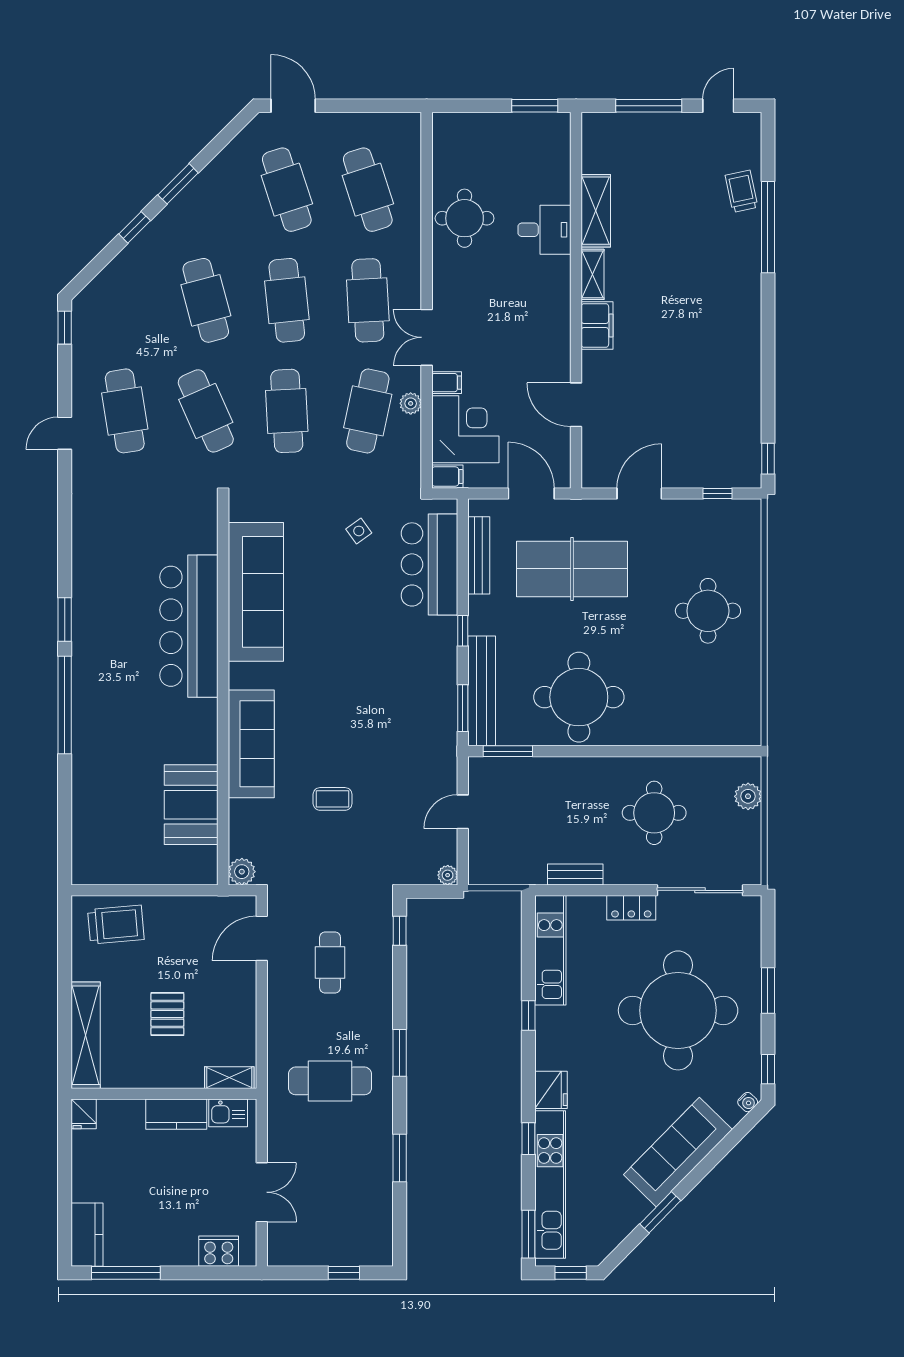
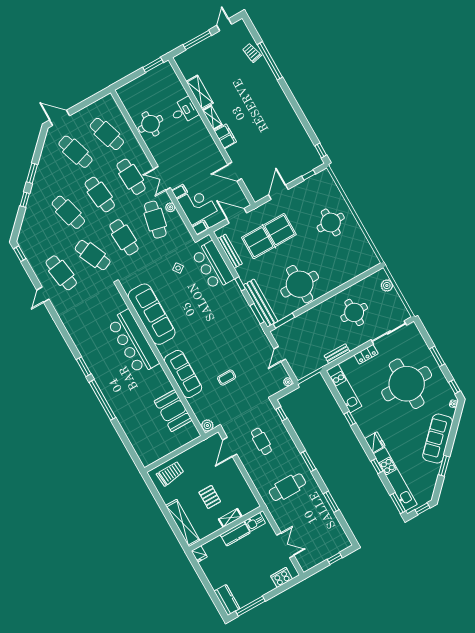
shelving: (229, 1078) -> (230, 518), moved

